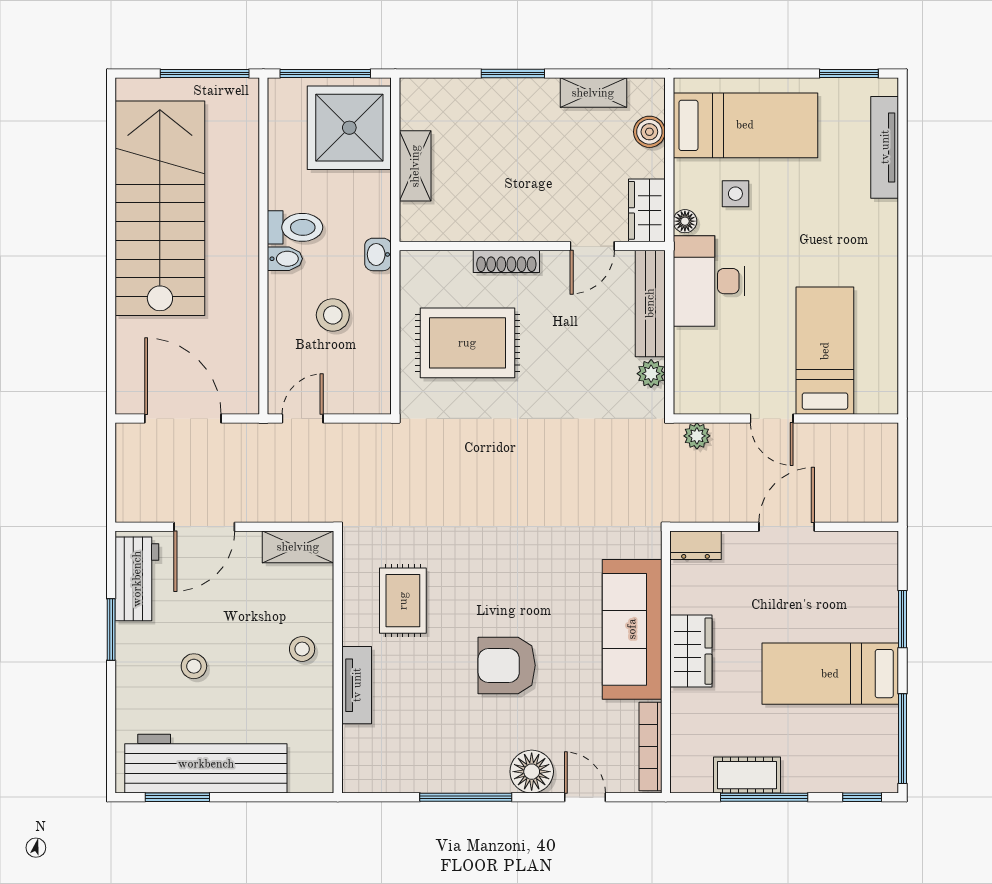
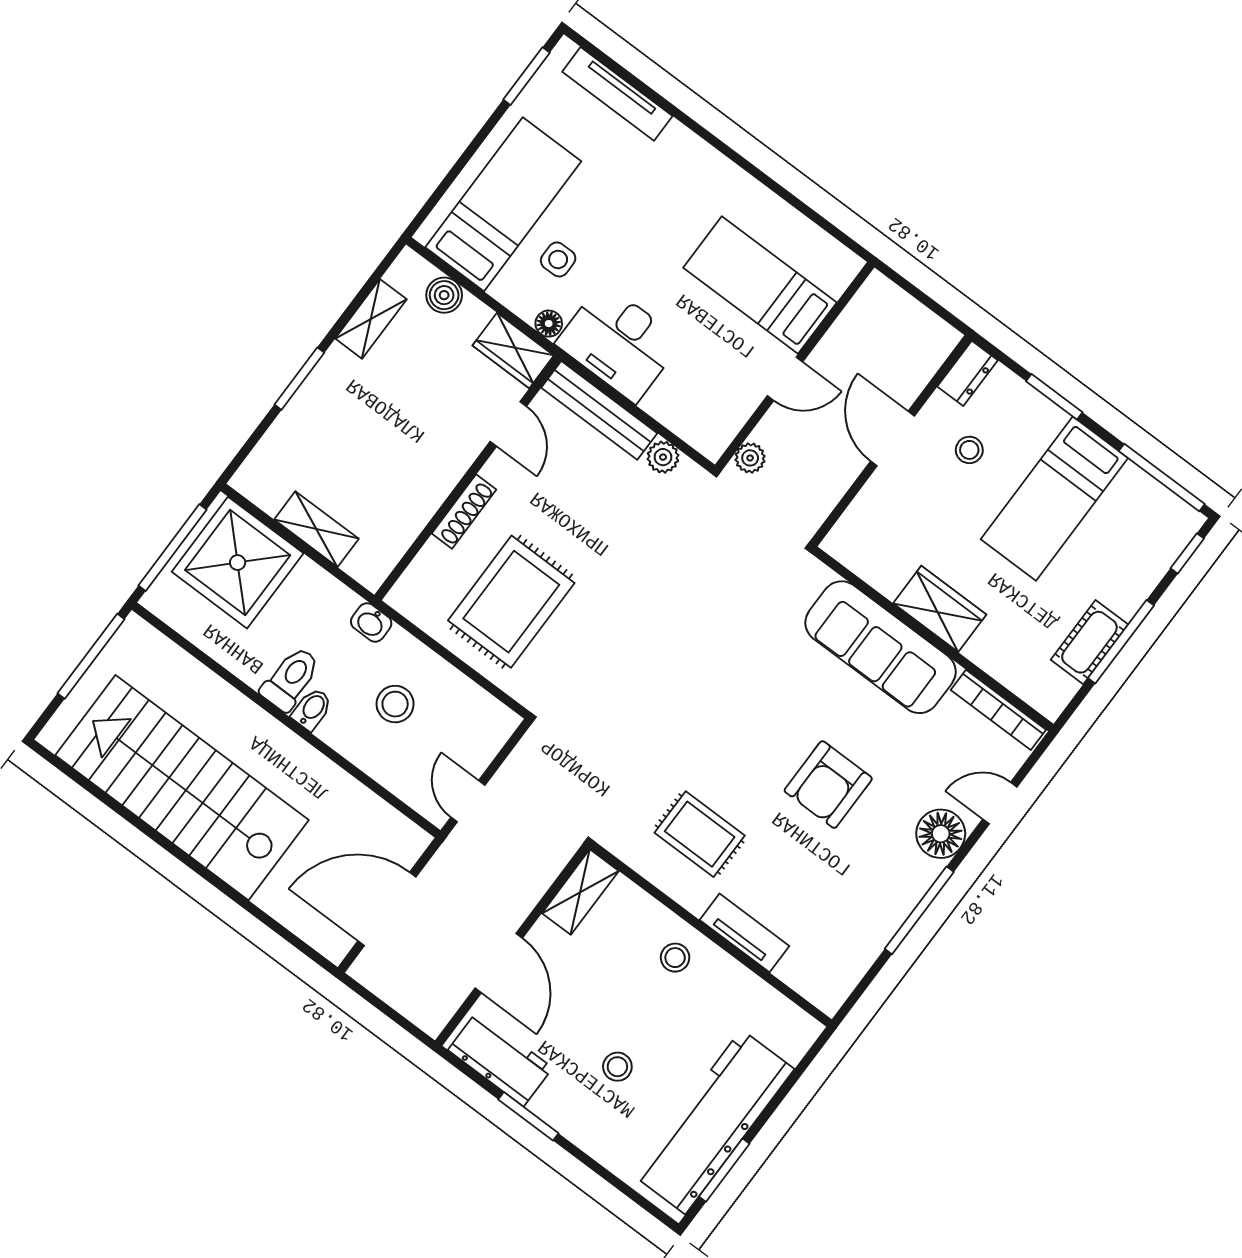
dresser: (695, 545) -> (968, 373), moved
stool: (819, 587) -> (969, 450), added

